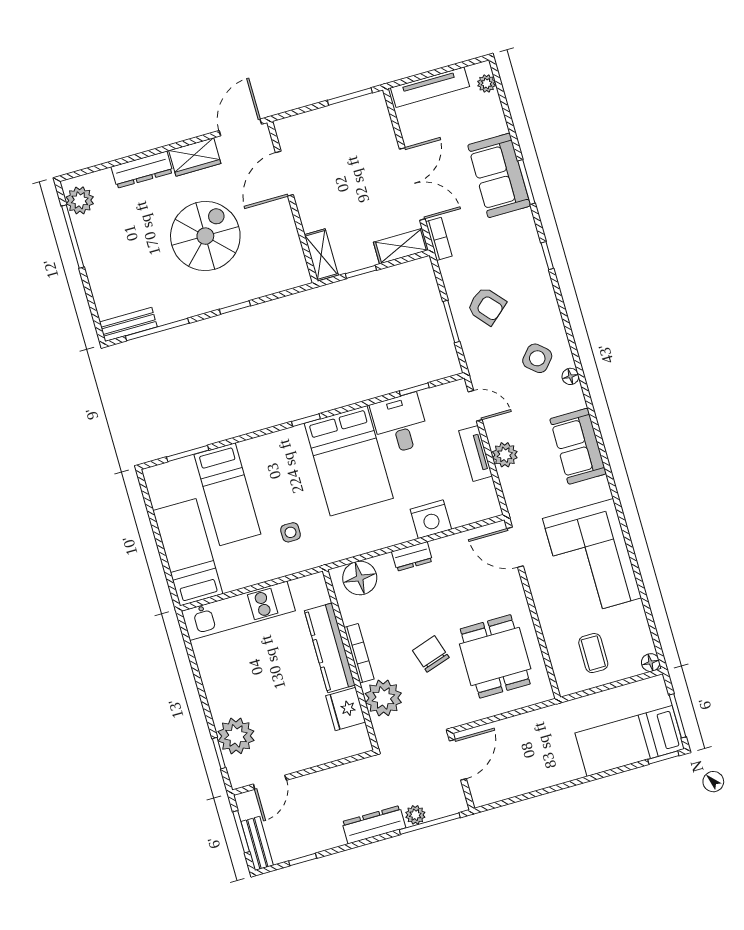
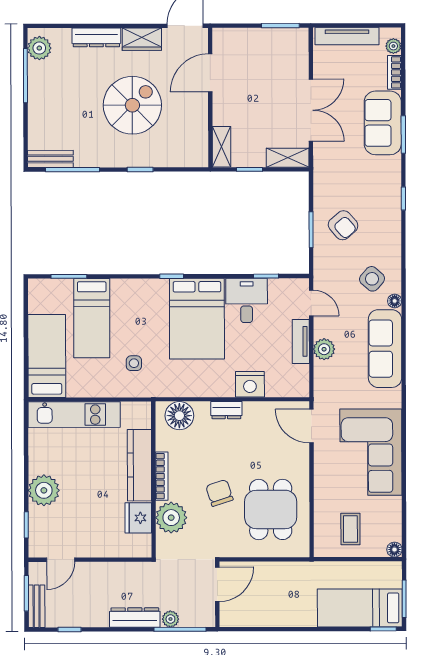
bookcase: (439, 239) -> (394, 72), moved, turned 180
sofa: (578, 446) -> (385, 349), width x1.36
plant: (236, 736) -> (44, 490), moved

